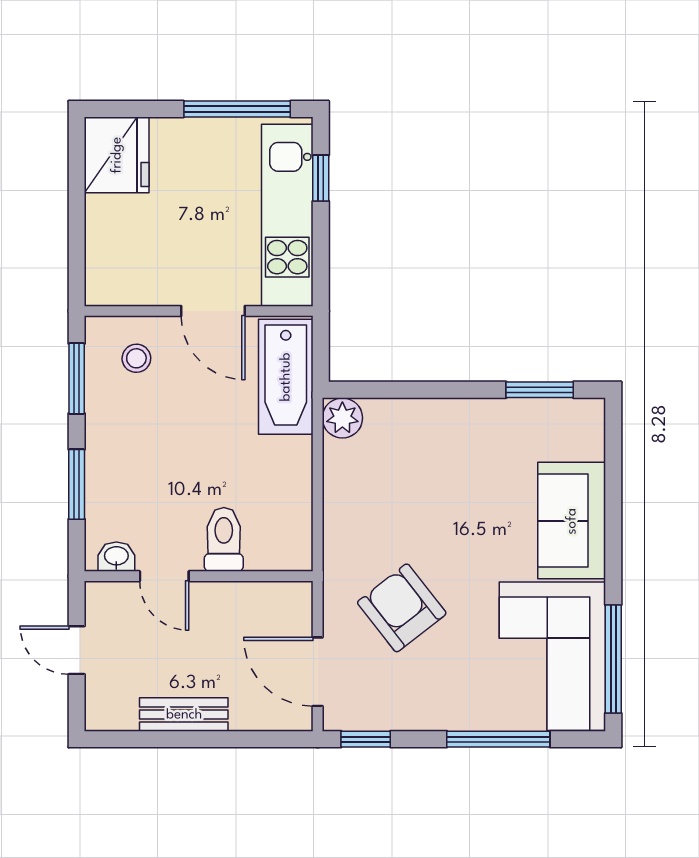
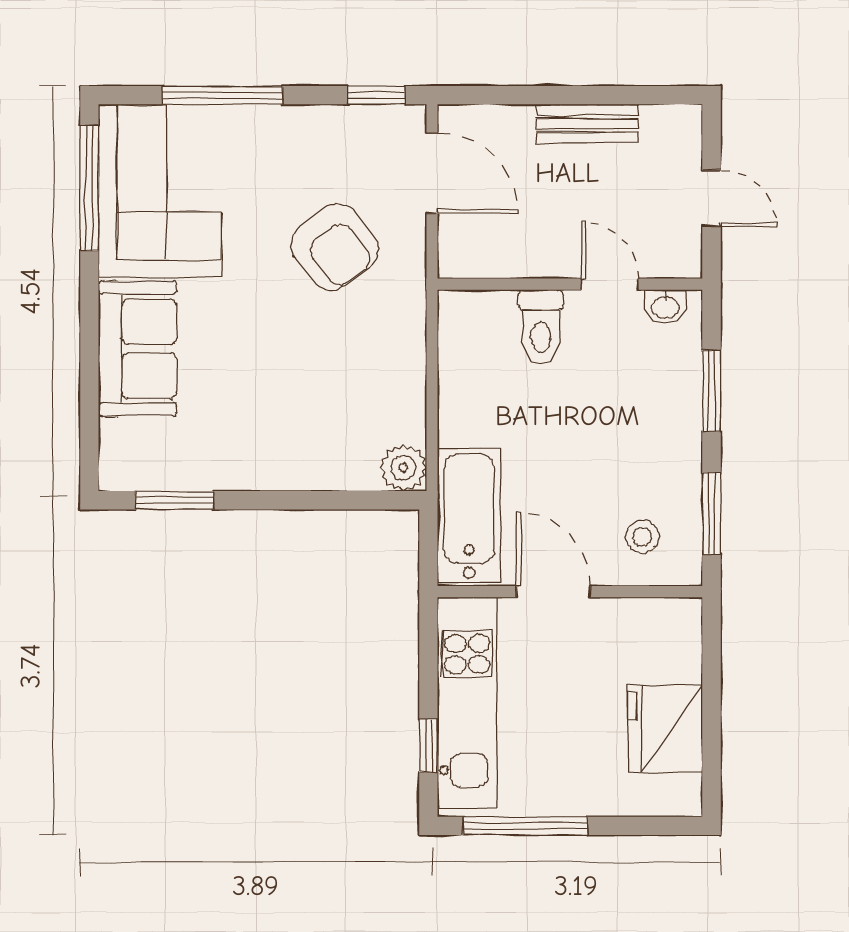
fridge: (117, 155) -> (665, 729), moved

